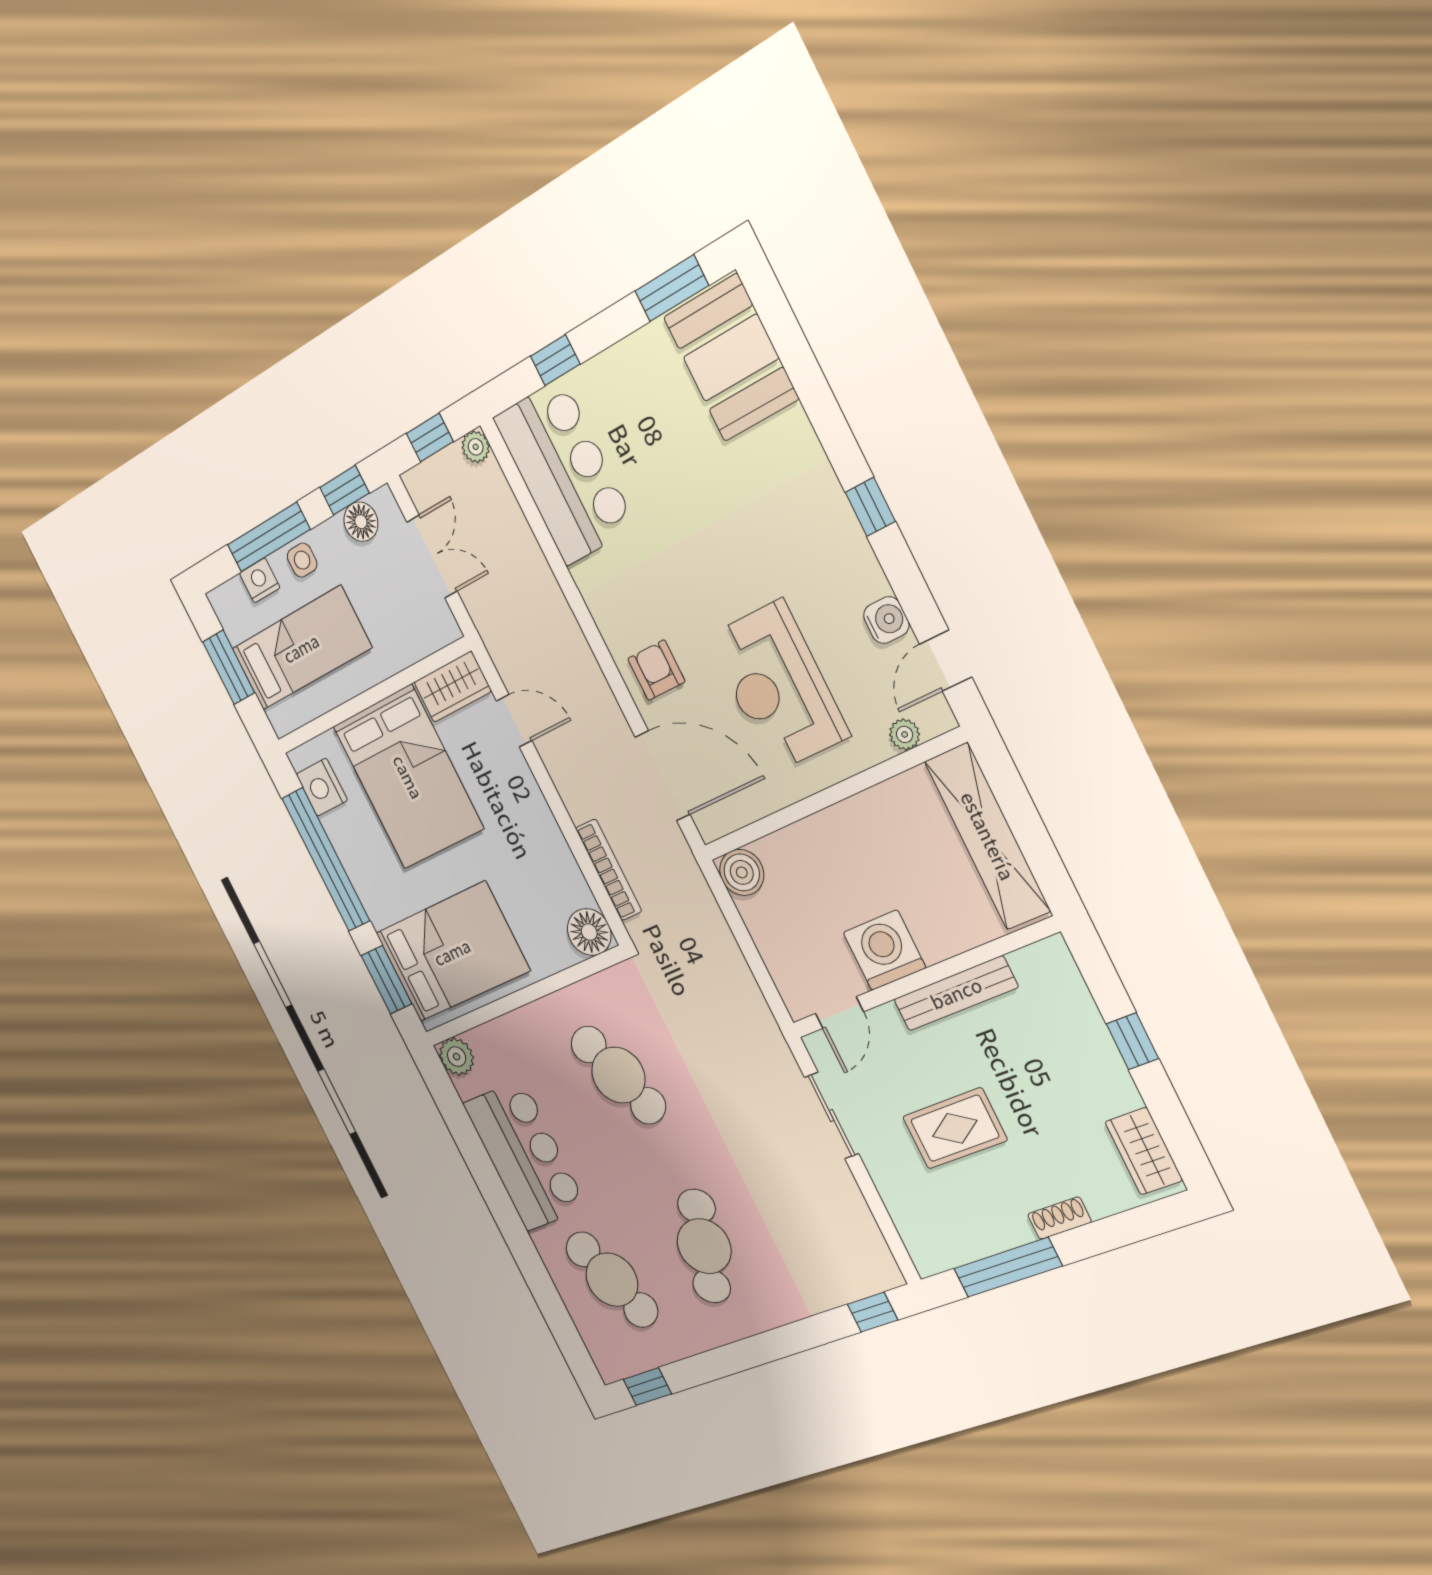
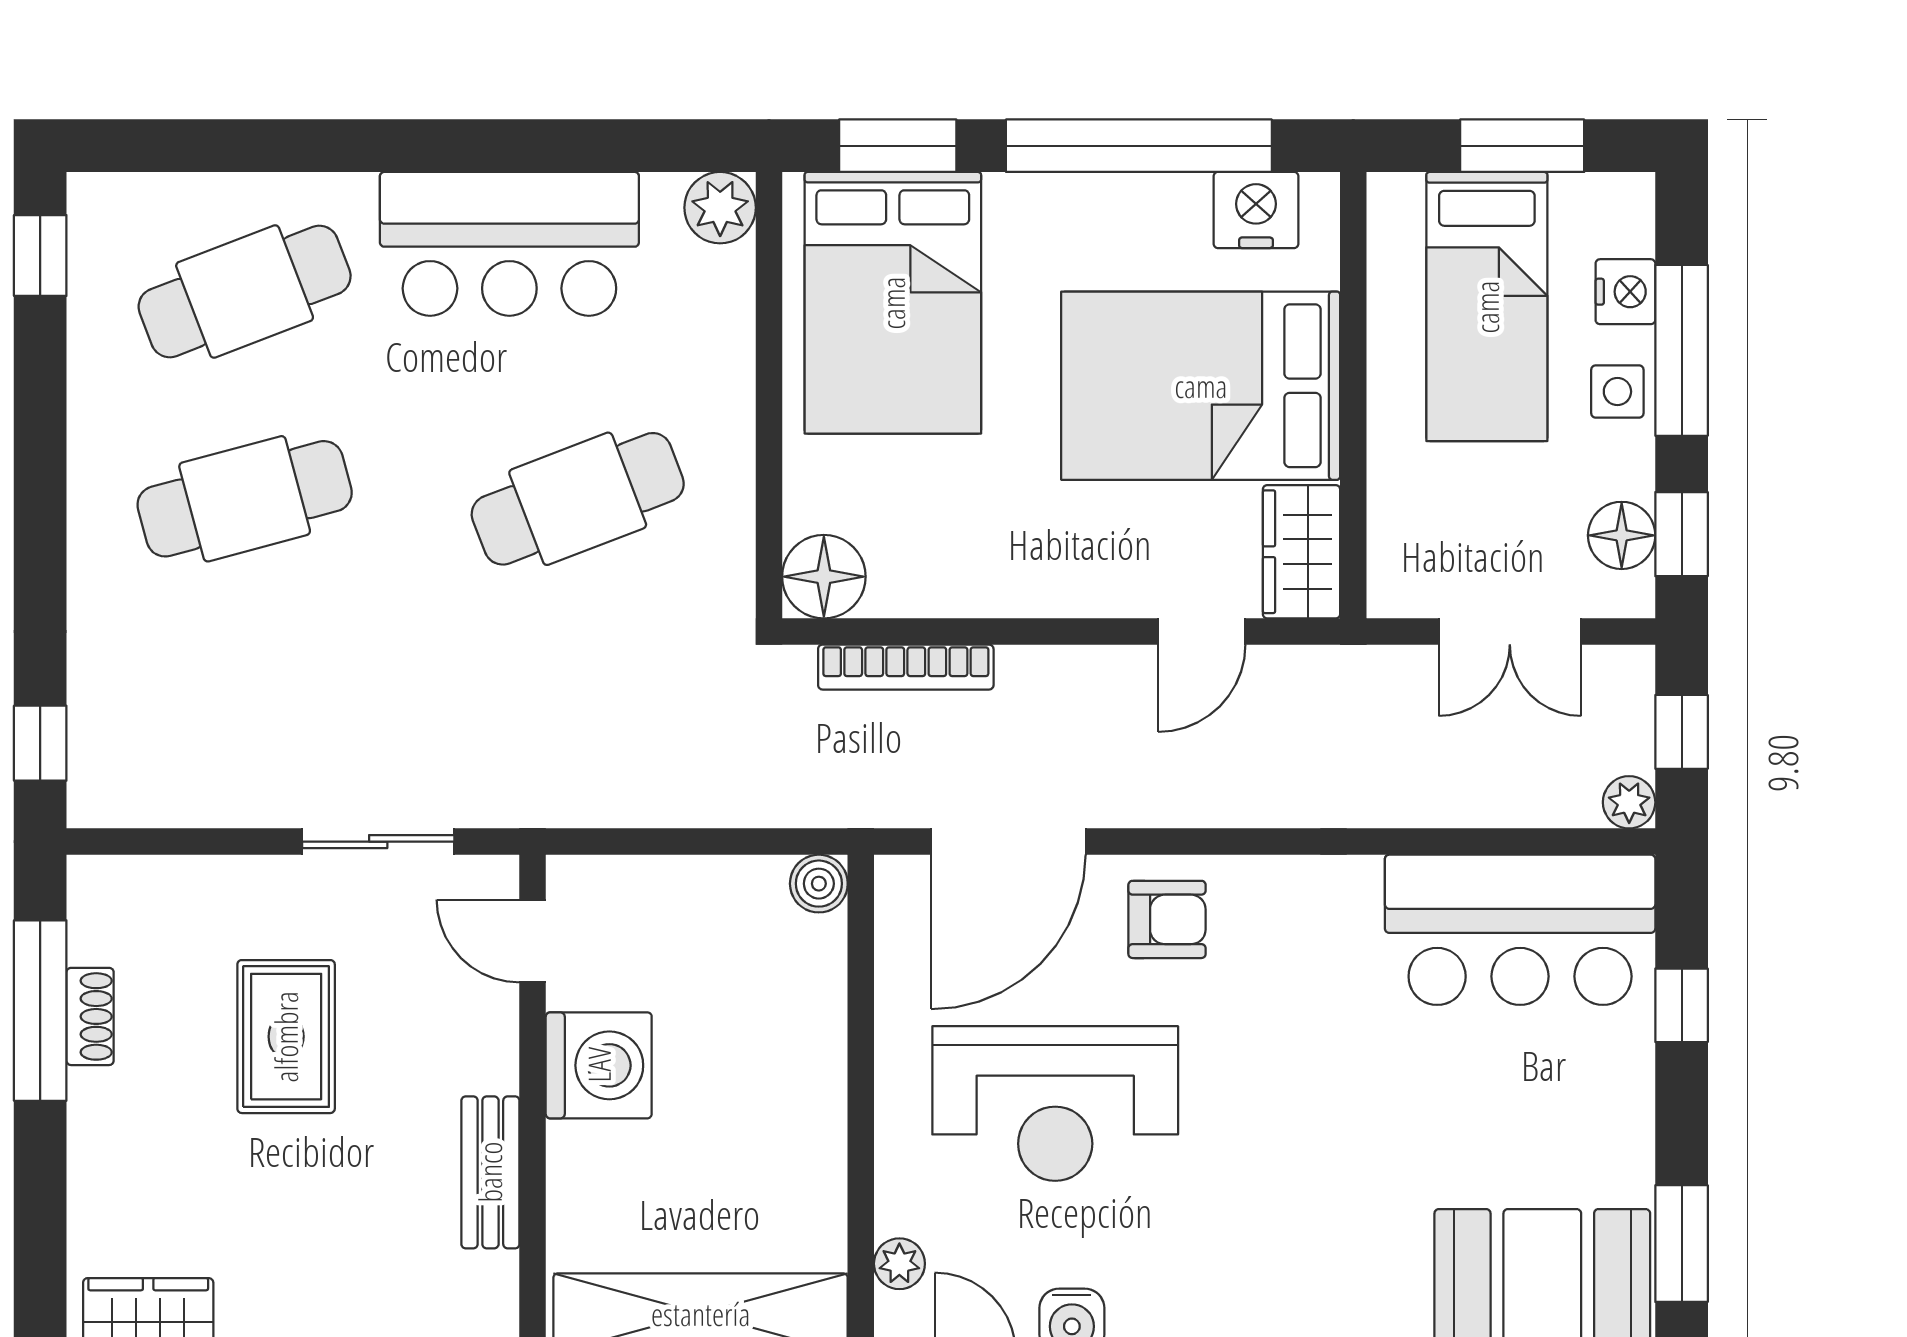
reception desk: (778, 686) -> (1055, 1104), turned 180
boiler: (742, 872) -> (819, 884), width x0.73, depth x0.73
bench: (956, 993) -> (490, 1172), width x0.73
shoe rack: (1059, 1218) -> (90, 1016), moved
cafe table: (704, 1246) -> (245, 499), turned -33

